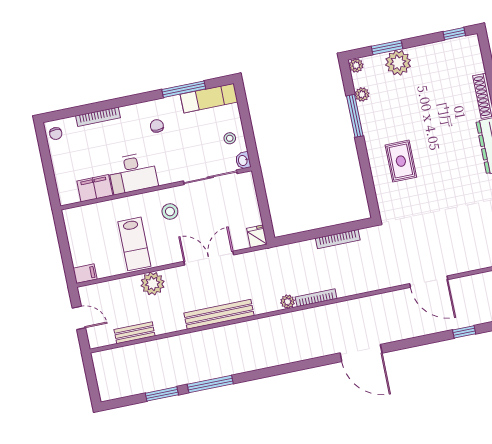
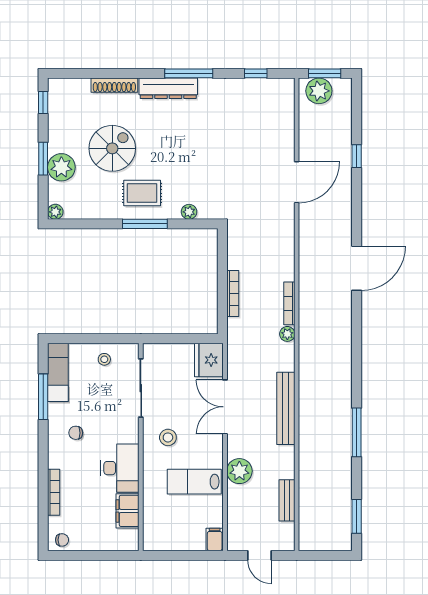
window: (387, 47) -> (43, 159), moved
plant: (362, 94) -> (189, 212), moved
spiral stairs: (425, 106) -> (112, 148), added
window: (355, 116) -> (145, 224), moved
washbasin: (243, 160) -> (130, 350), removed
rug: (401, 161) -> (142, 193), moved
fridge: (257, 236) -> (209, 360), width x1.88, depth x1.34
bookcase: (338, 239) -> (233, 294), moved
lab bench: (134, 244) -> (194, 482), turned 180
door: (79, 318) -> (259, 555), swing flipped
window: (162, 394) -> (357, 516), moved

